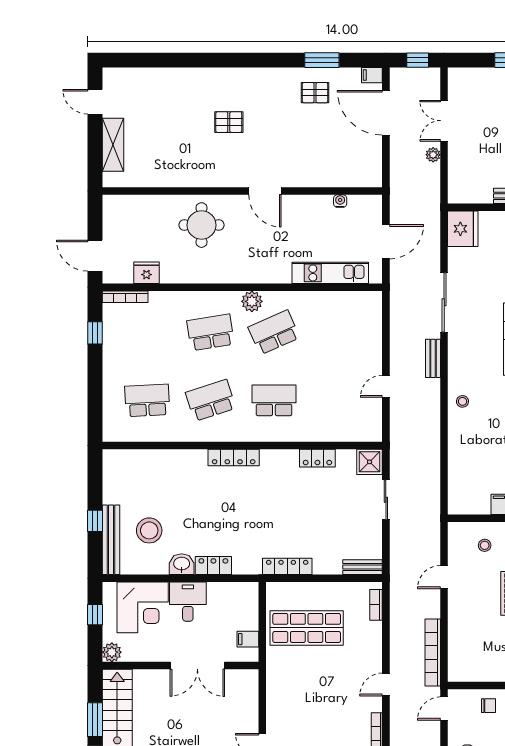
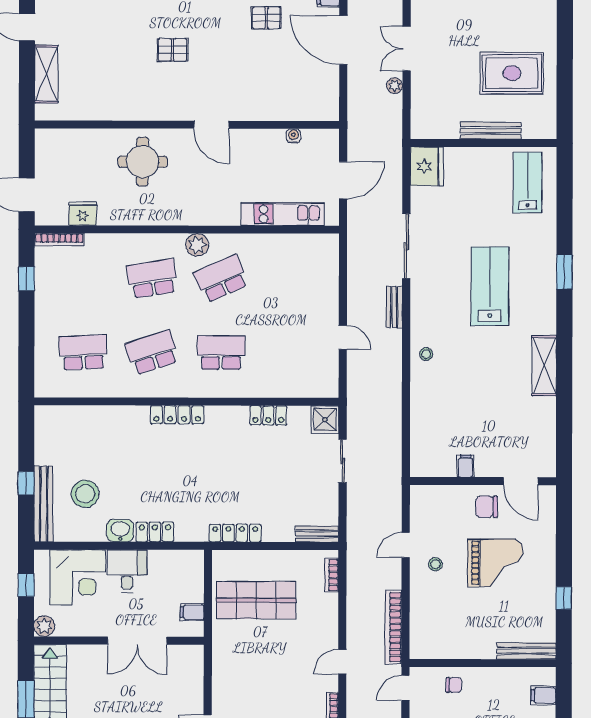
door: (386, 386) -> (343, 337), swing flipped
stool: (485, 545) -> (435, 564), moved

